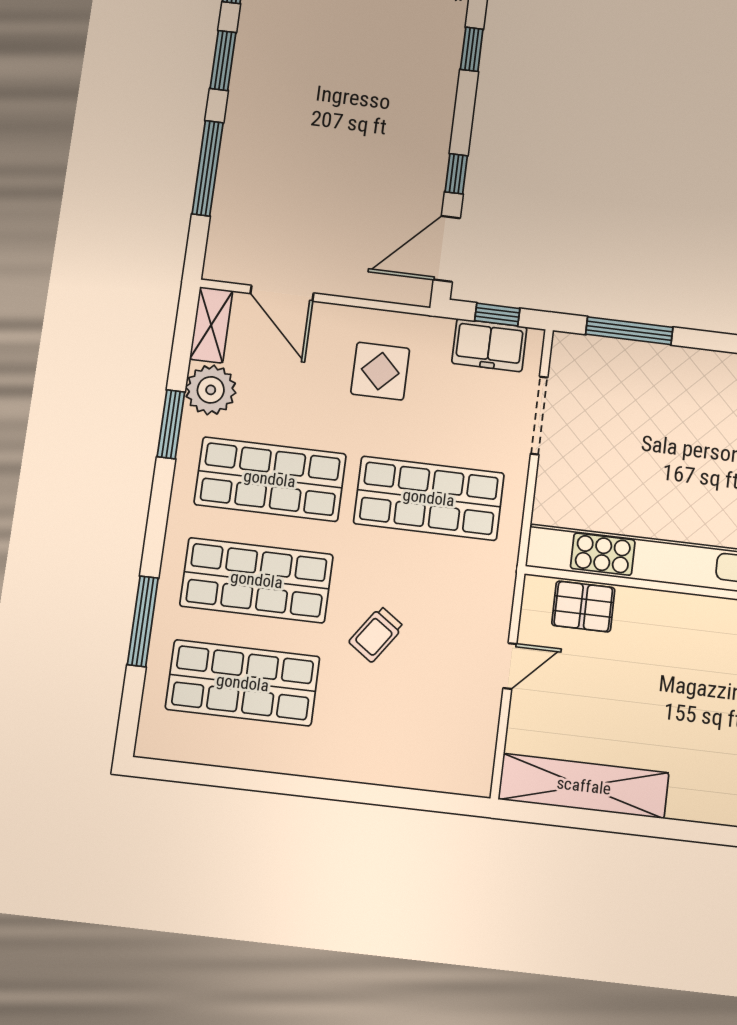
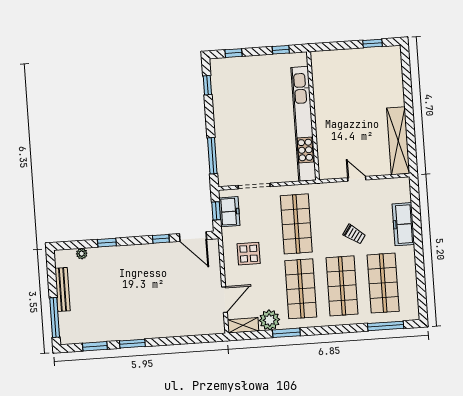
window: (208, 168) -> (179, 340), removed
pallet: (583, 606) -> (328, 154), removed
window: (143, 621) -> (386, 326), moved
freezer: (377, 760) -> (403, 224), added

